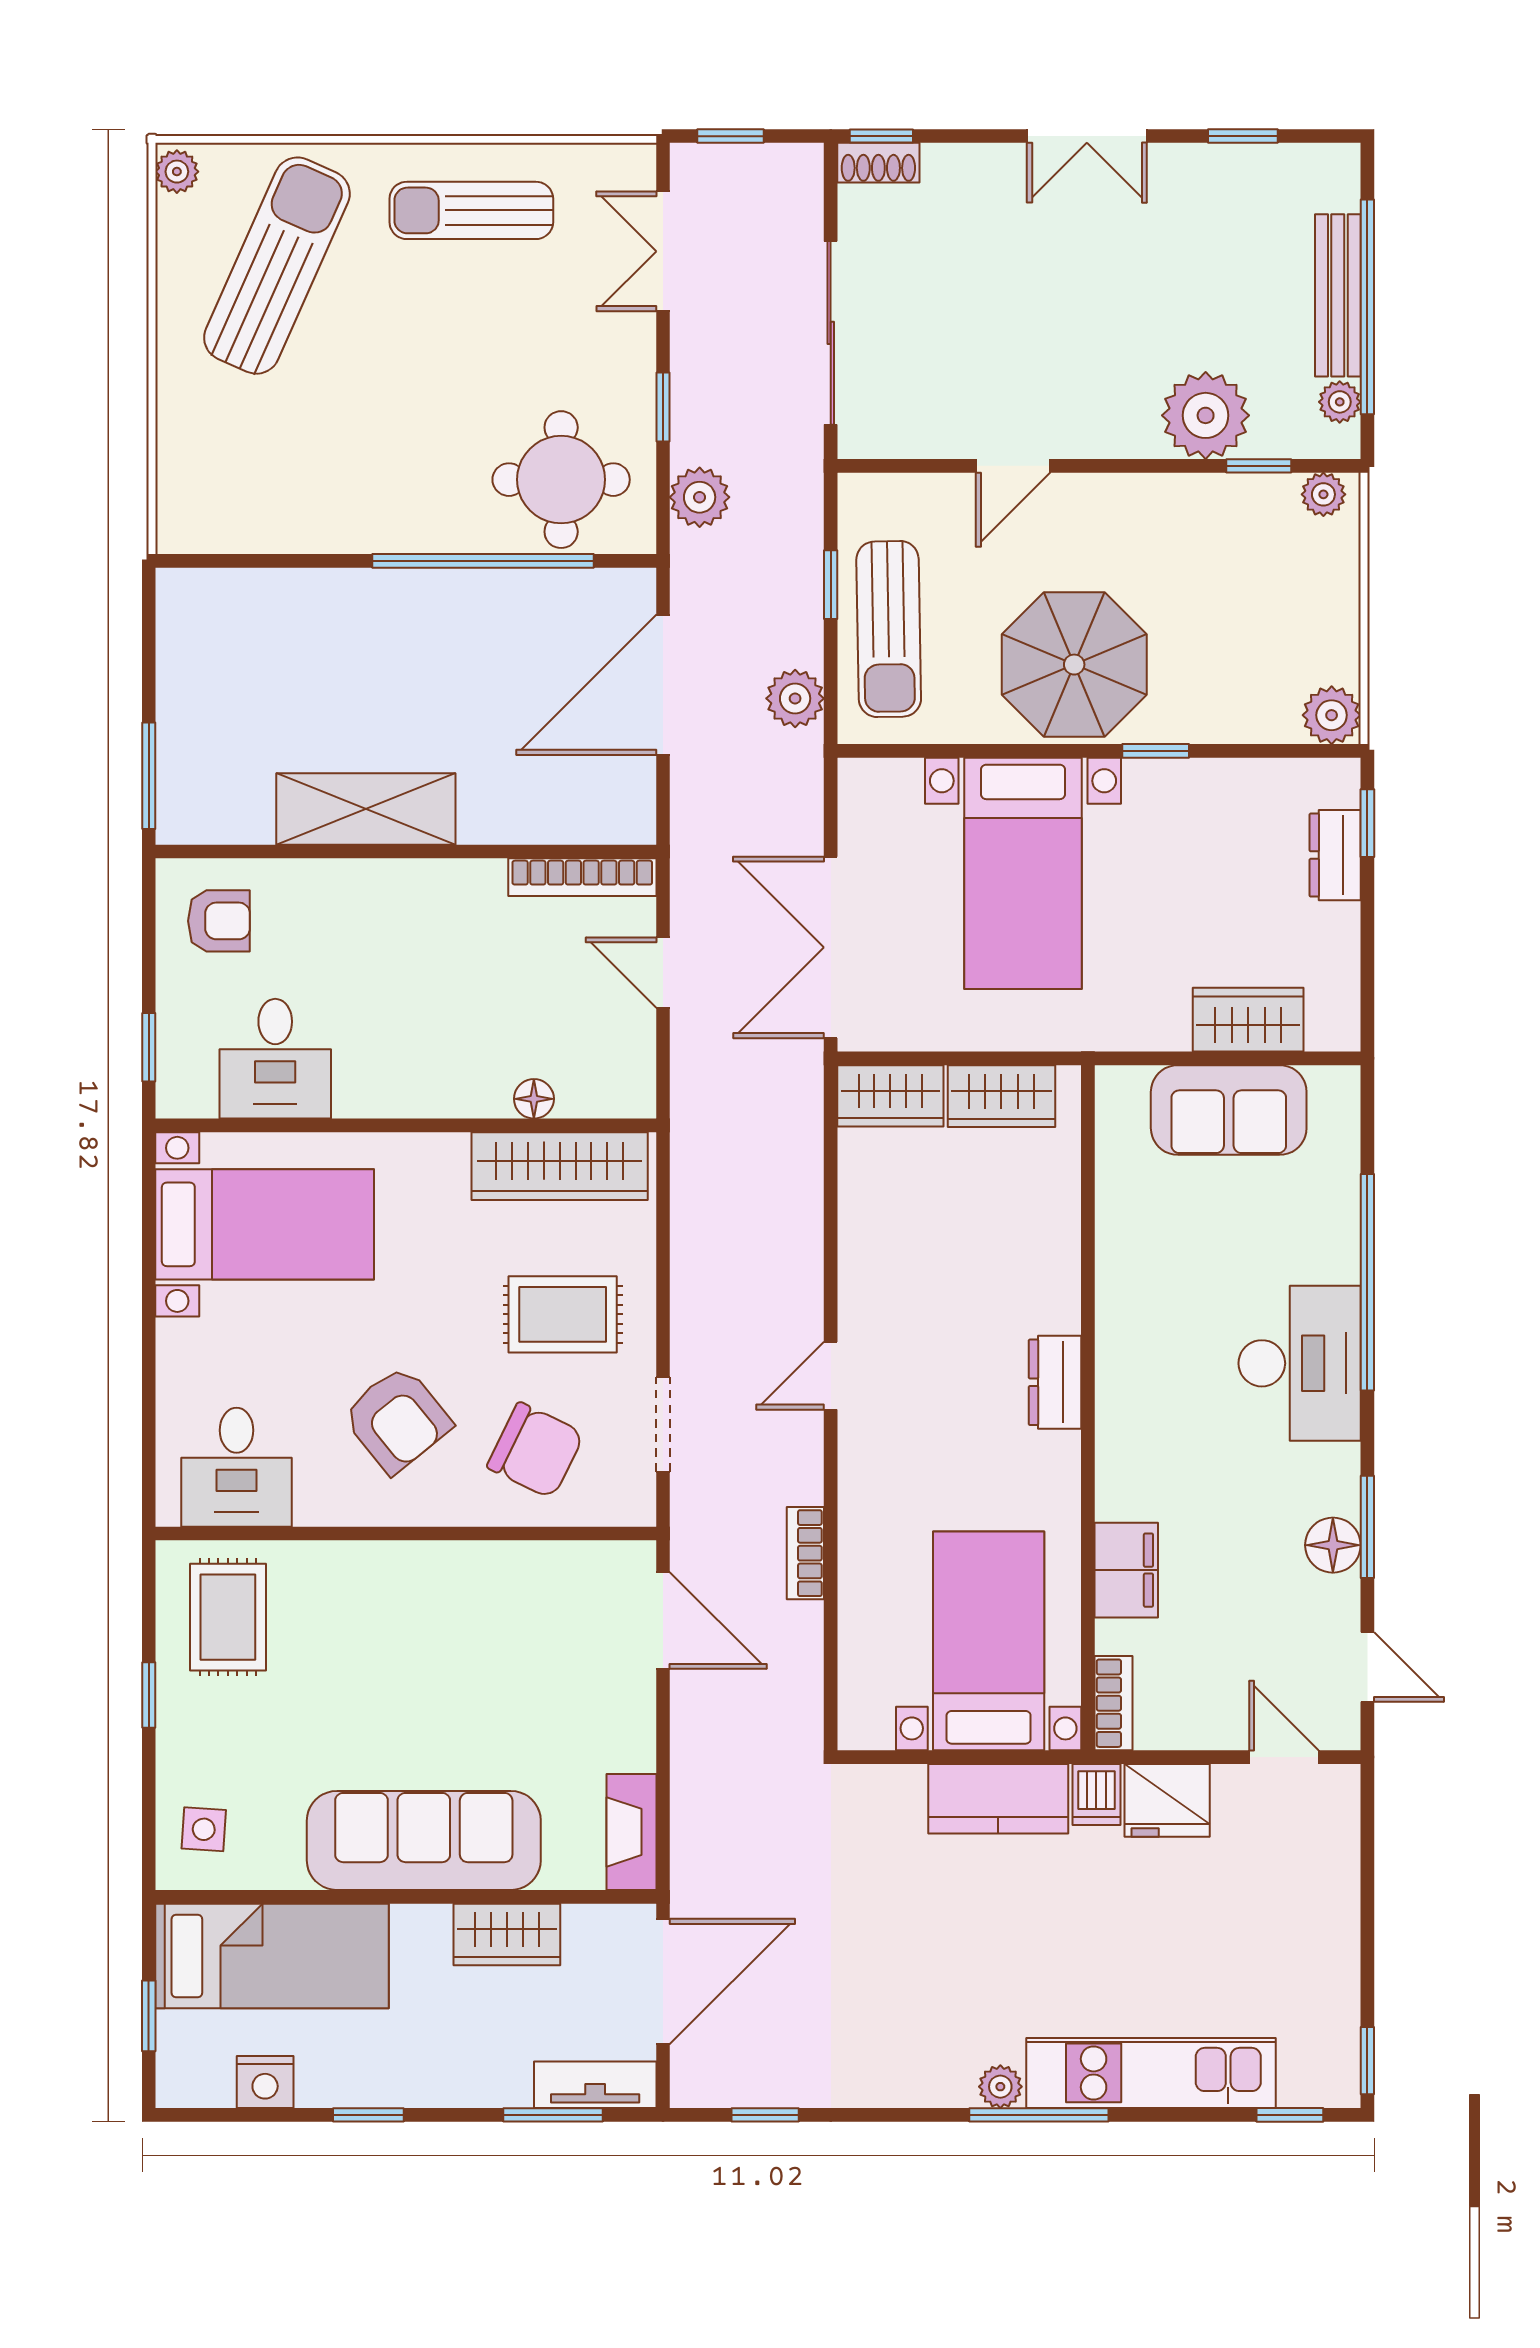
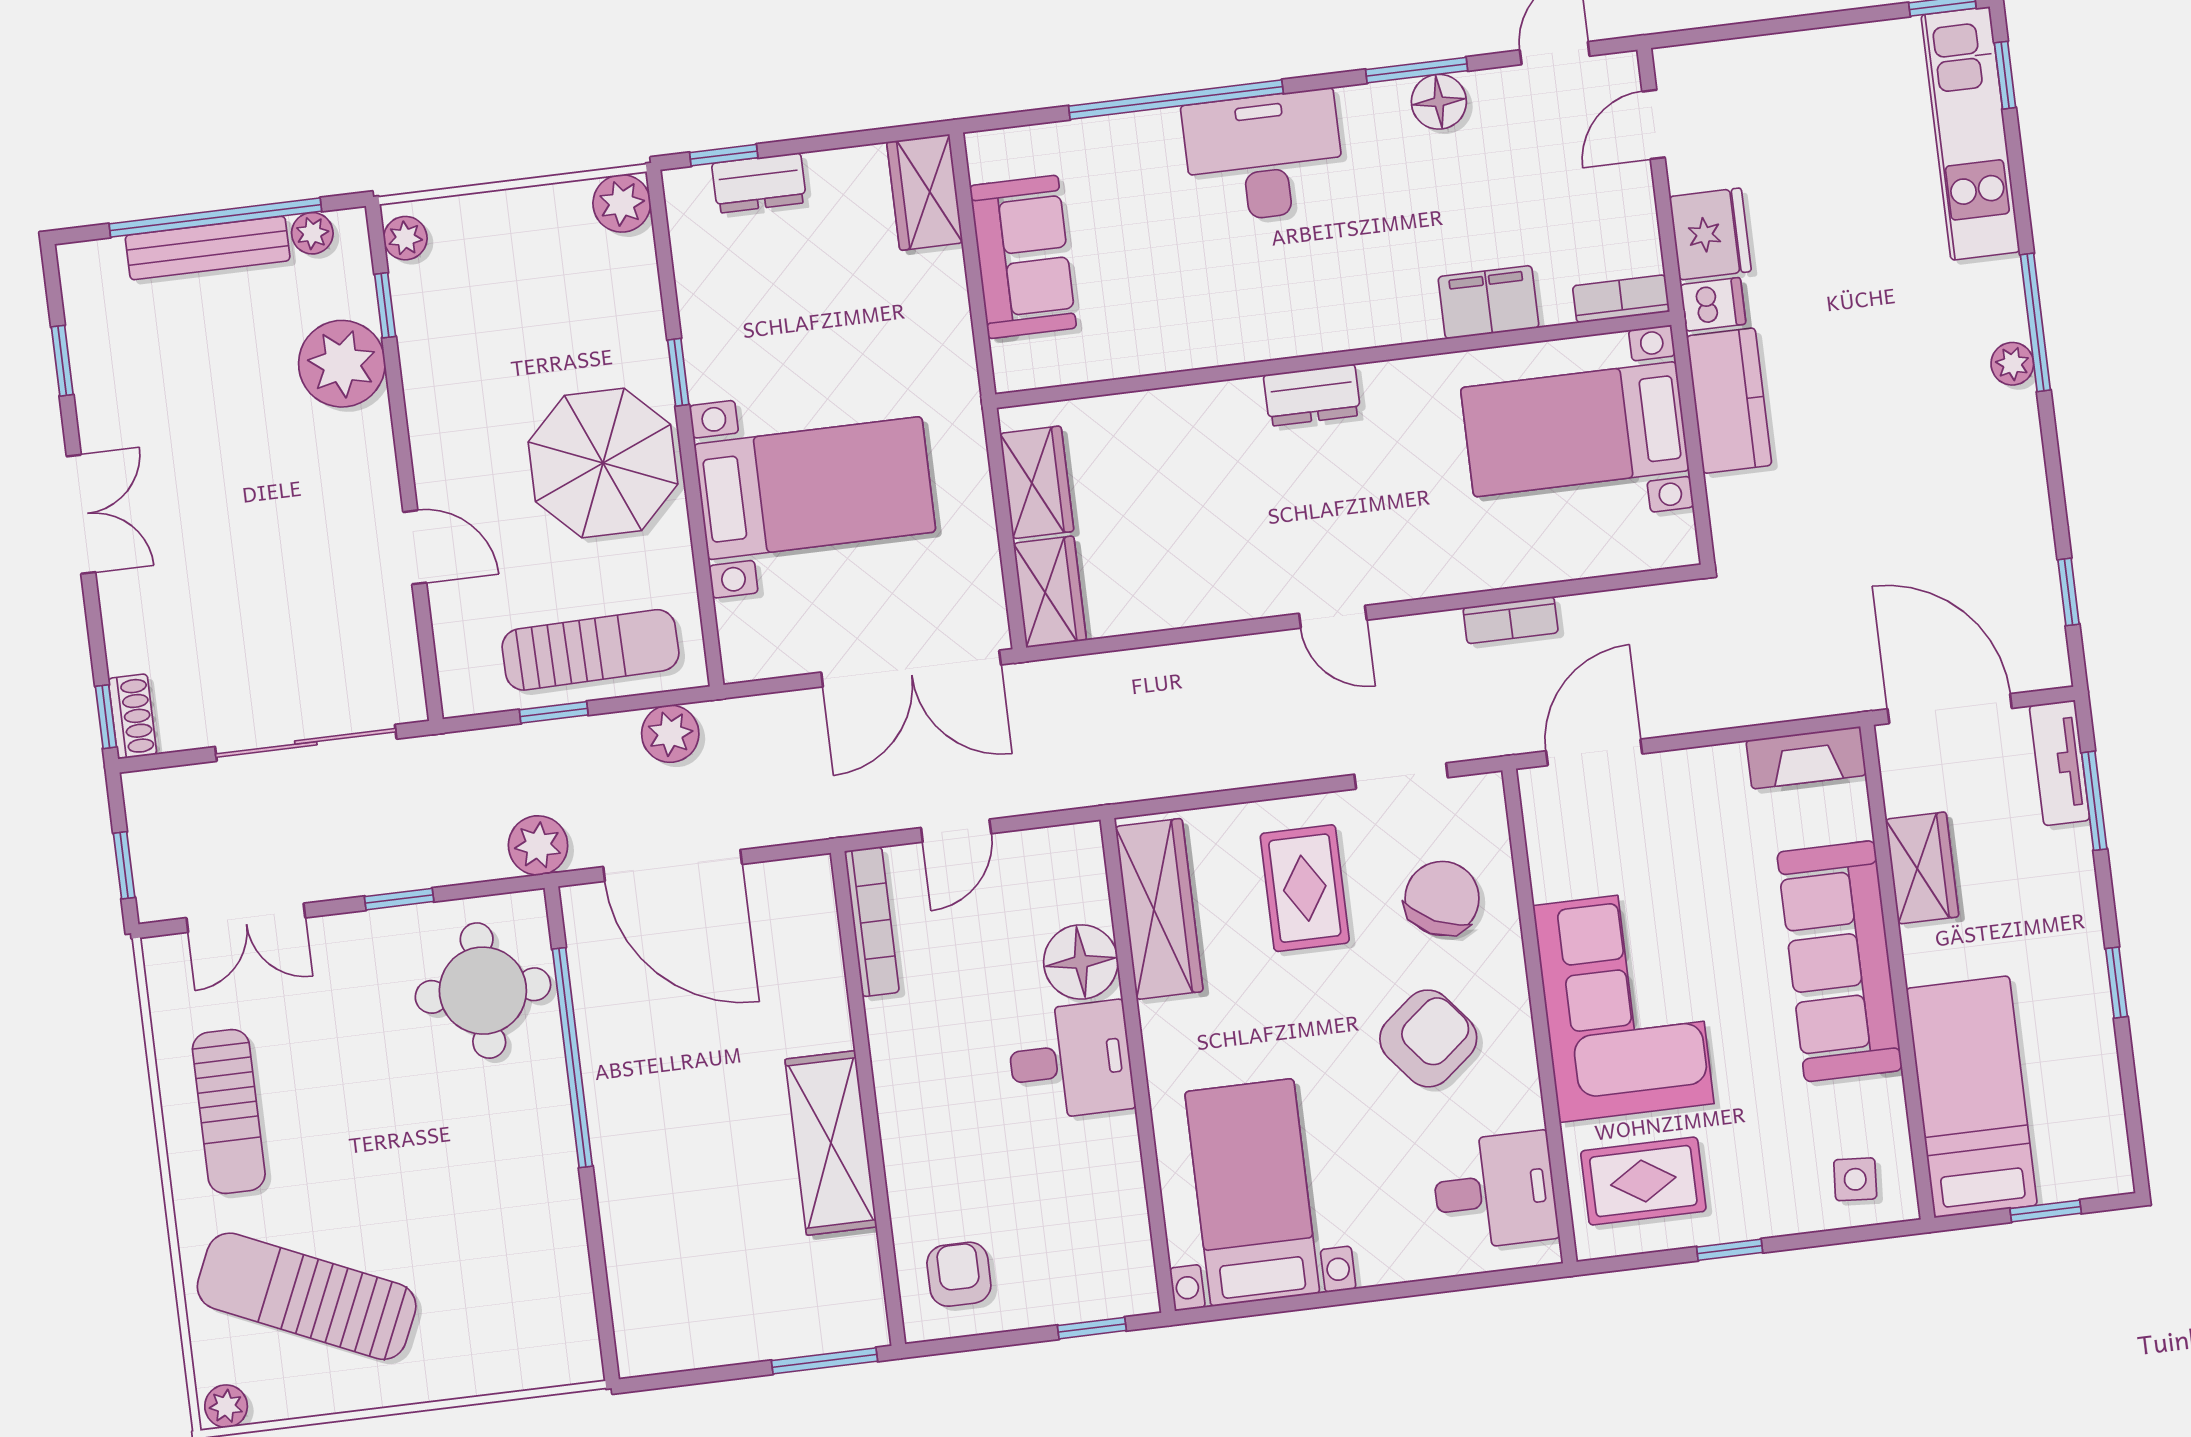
plant: (700, 497) -> (538, 845), moved
wardrobe: (1248, 1020) -> (925, 192), moved
desk: (275, 1059) -> (1070, 1061), moved
floor lamp: (534, 1099) -> (1081, 962), width x1.89, depth x1.89
corner sofa: (407, 1619) -> (1623, 1005), added
kitchen unit: (1151, 2073) -> (1970, 133), moved
nightstand: (265, 2082) -> (2097, 1088), removed

